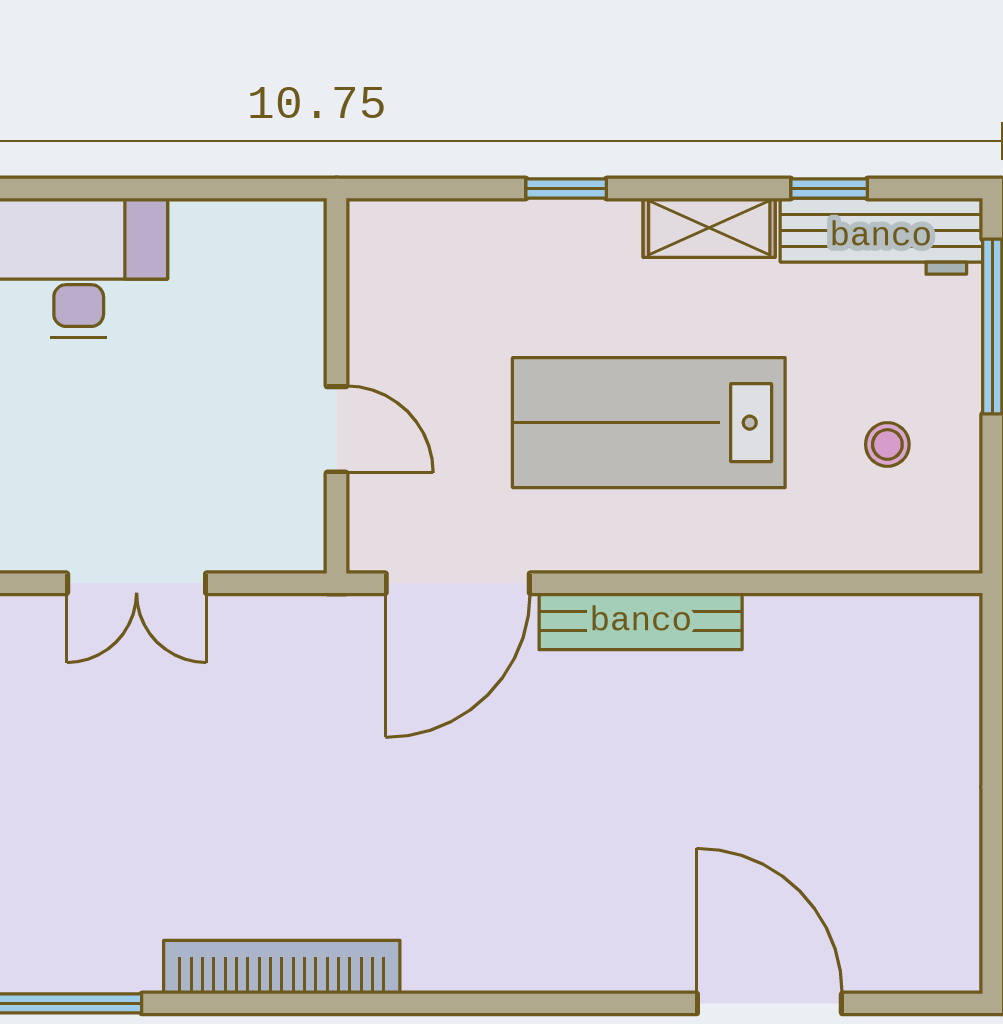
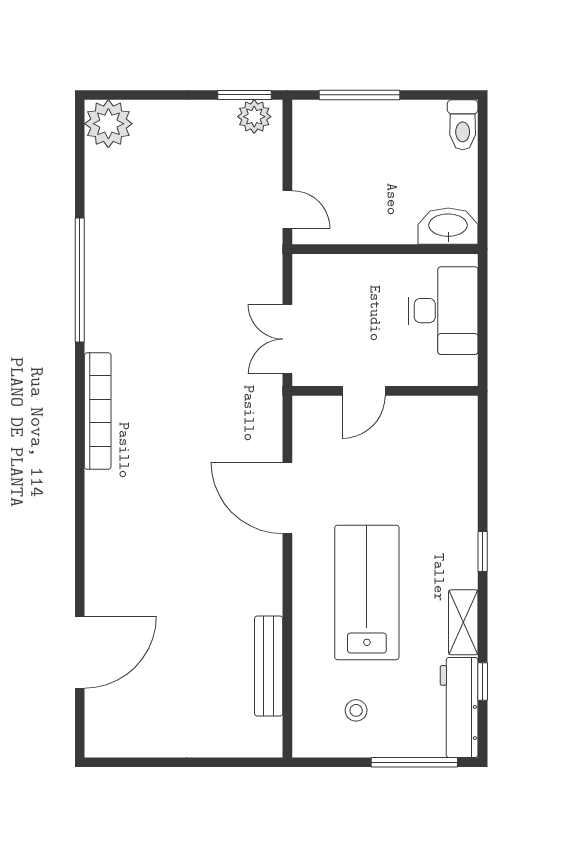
wall: (337, 386) -> (385, 391), moved
door: (337, 429) -> (364, 391), moved
bench: (641, 621) -> (269, 666), moved

